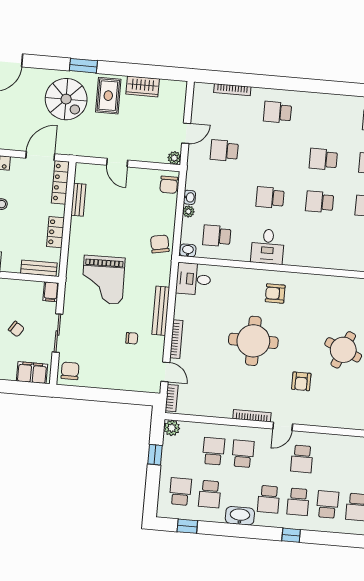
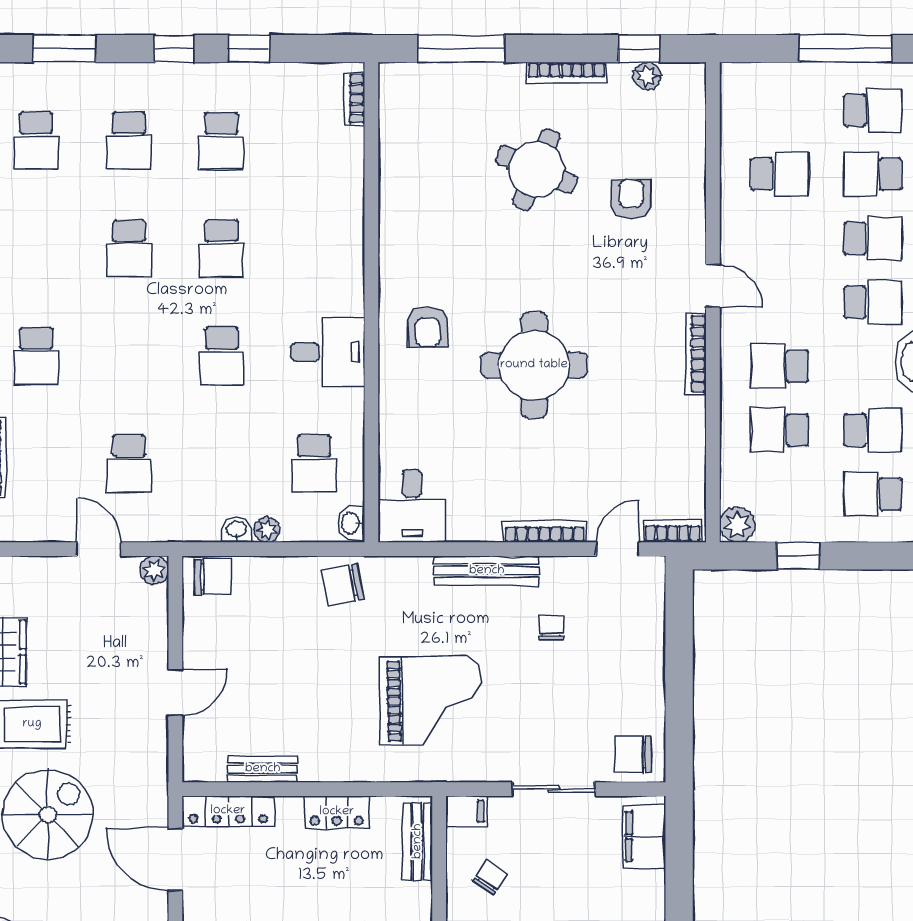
chair: (16, 329) -> (490, 877), moved
armchair: (301, 381) -> (631, 199), moved, turned -90
school desk: (302, 459) -> (780, 174), moved

